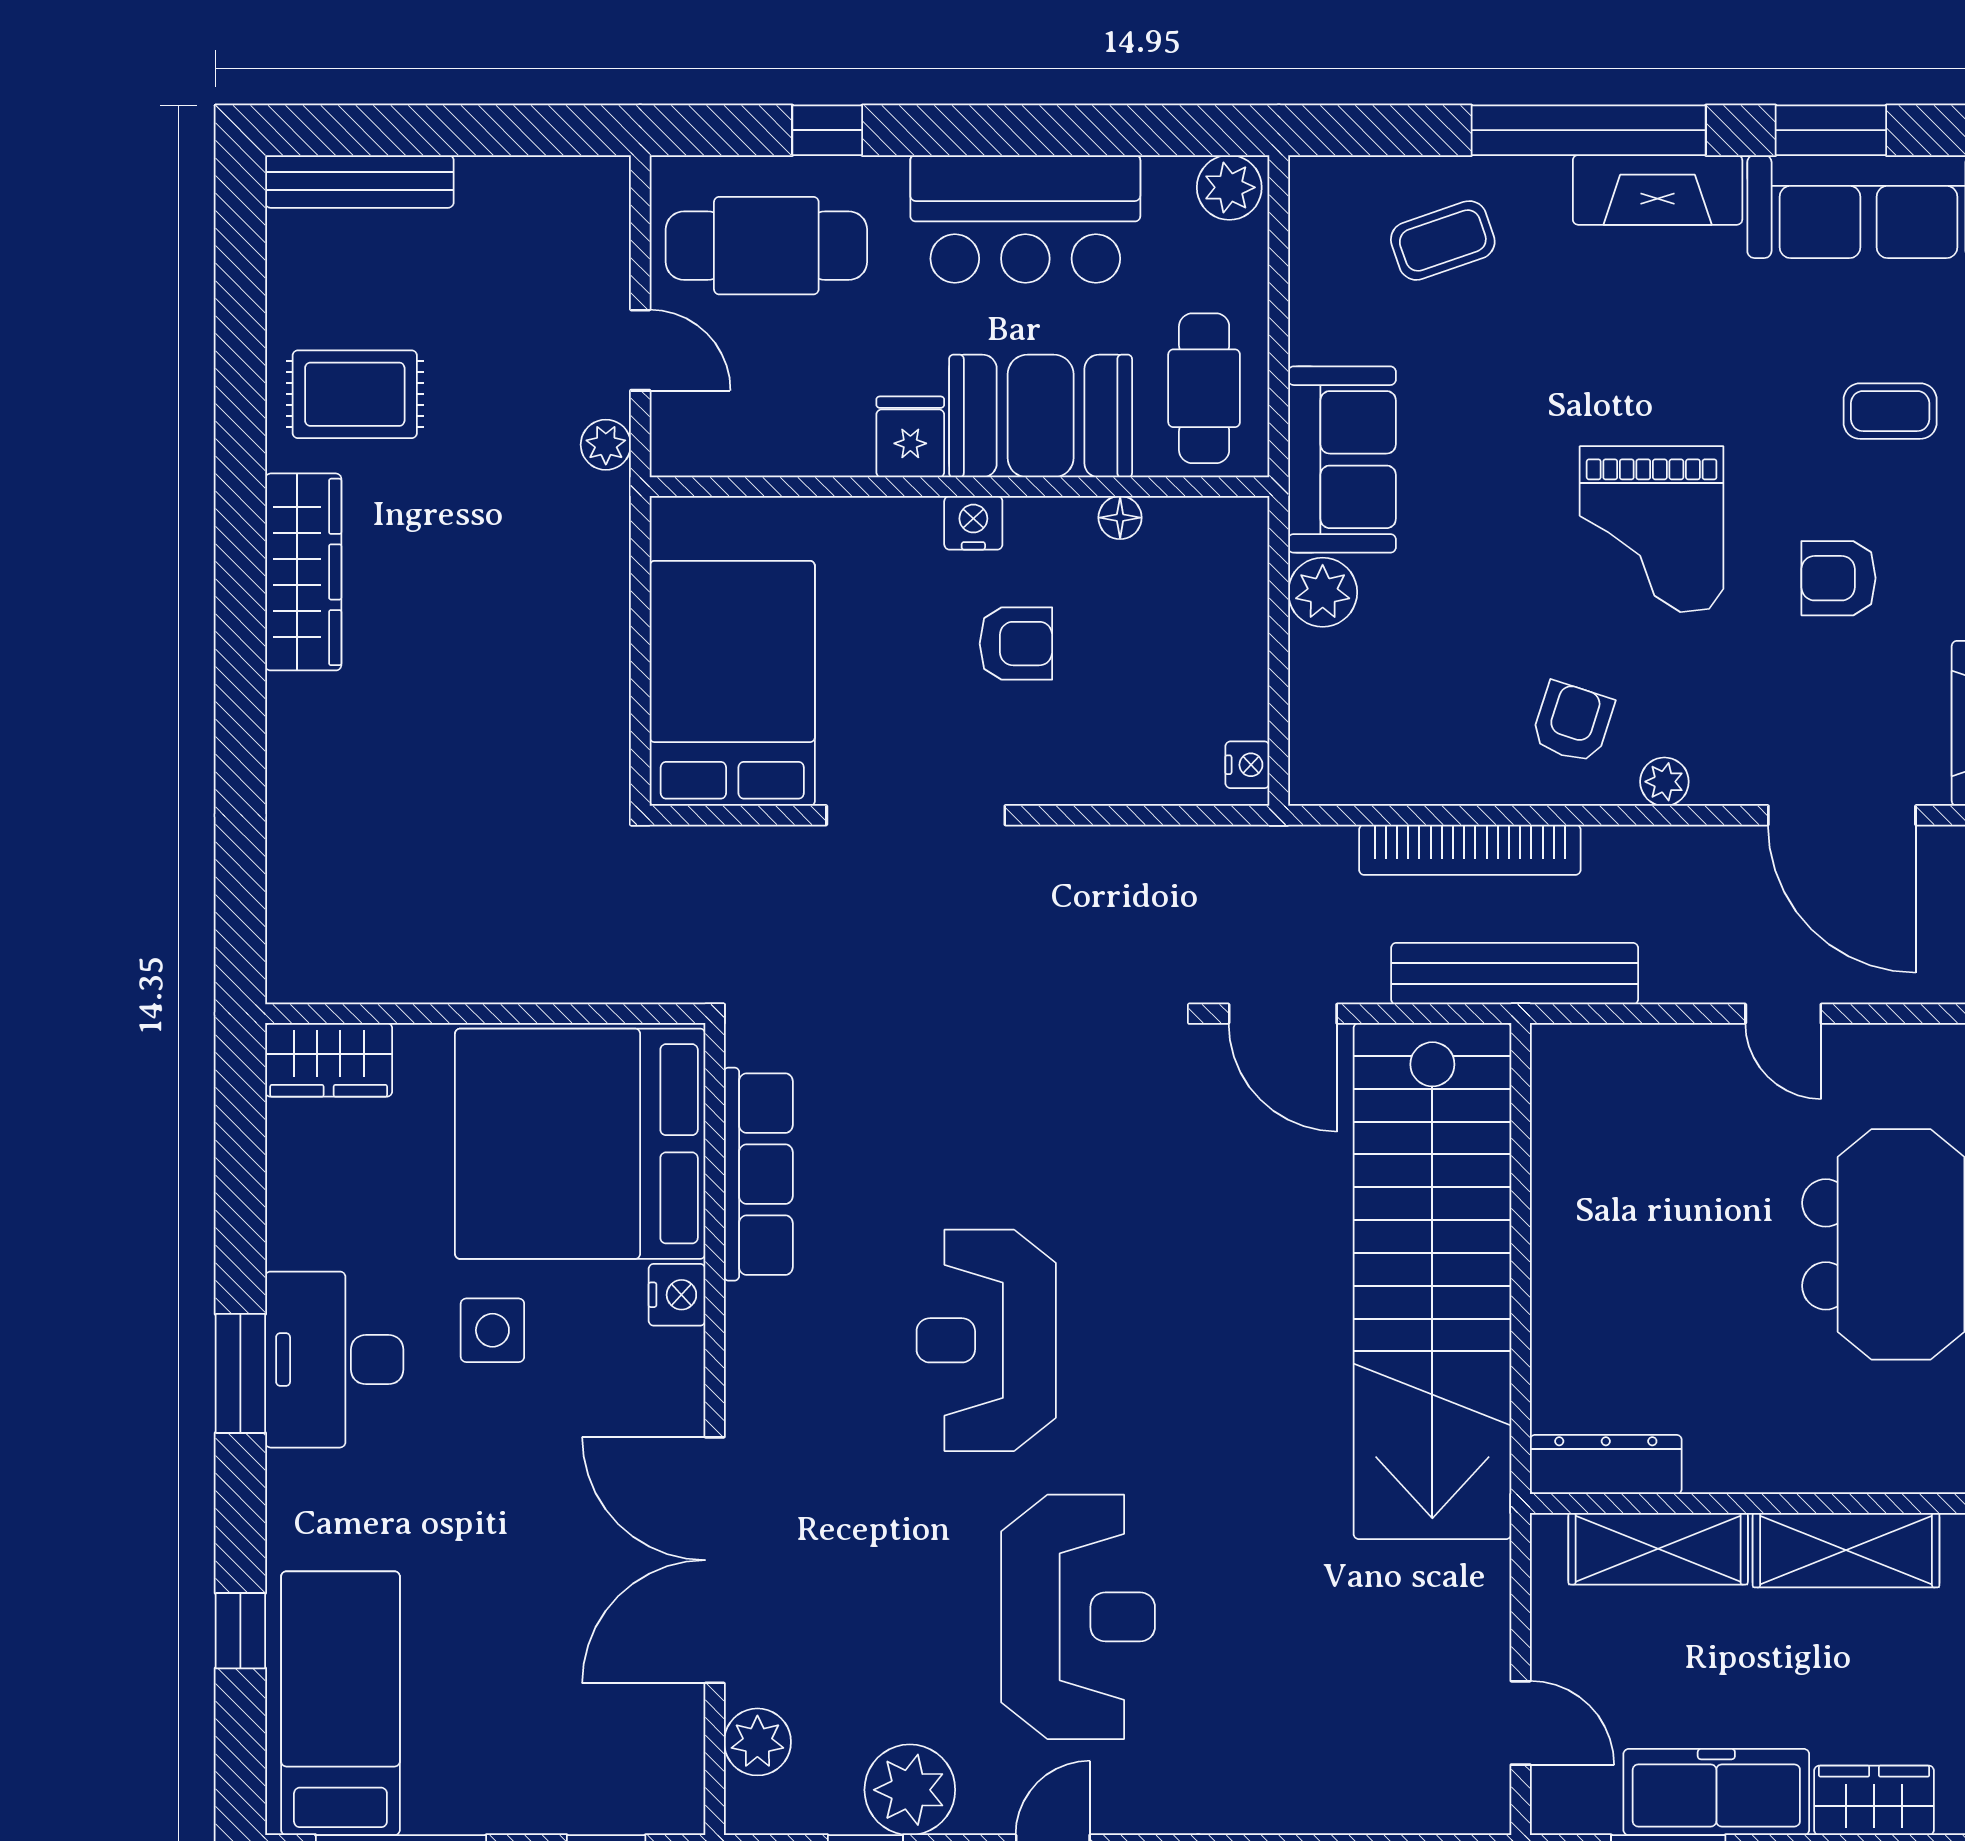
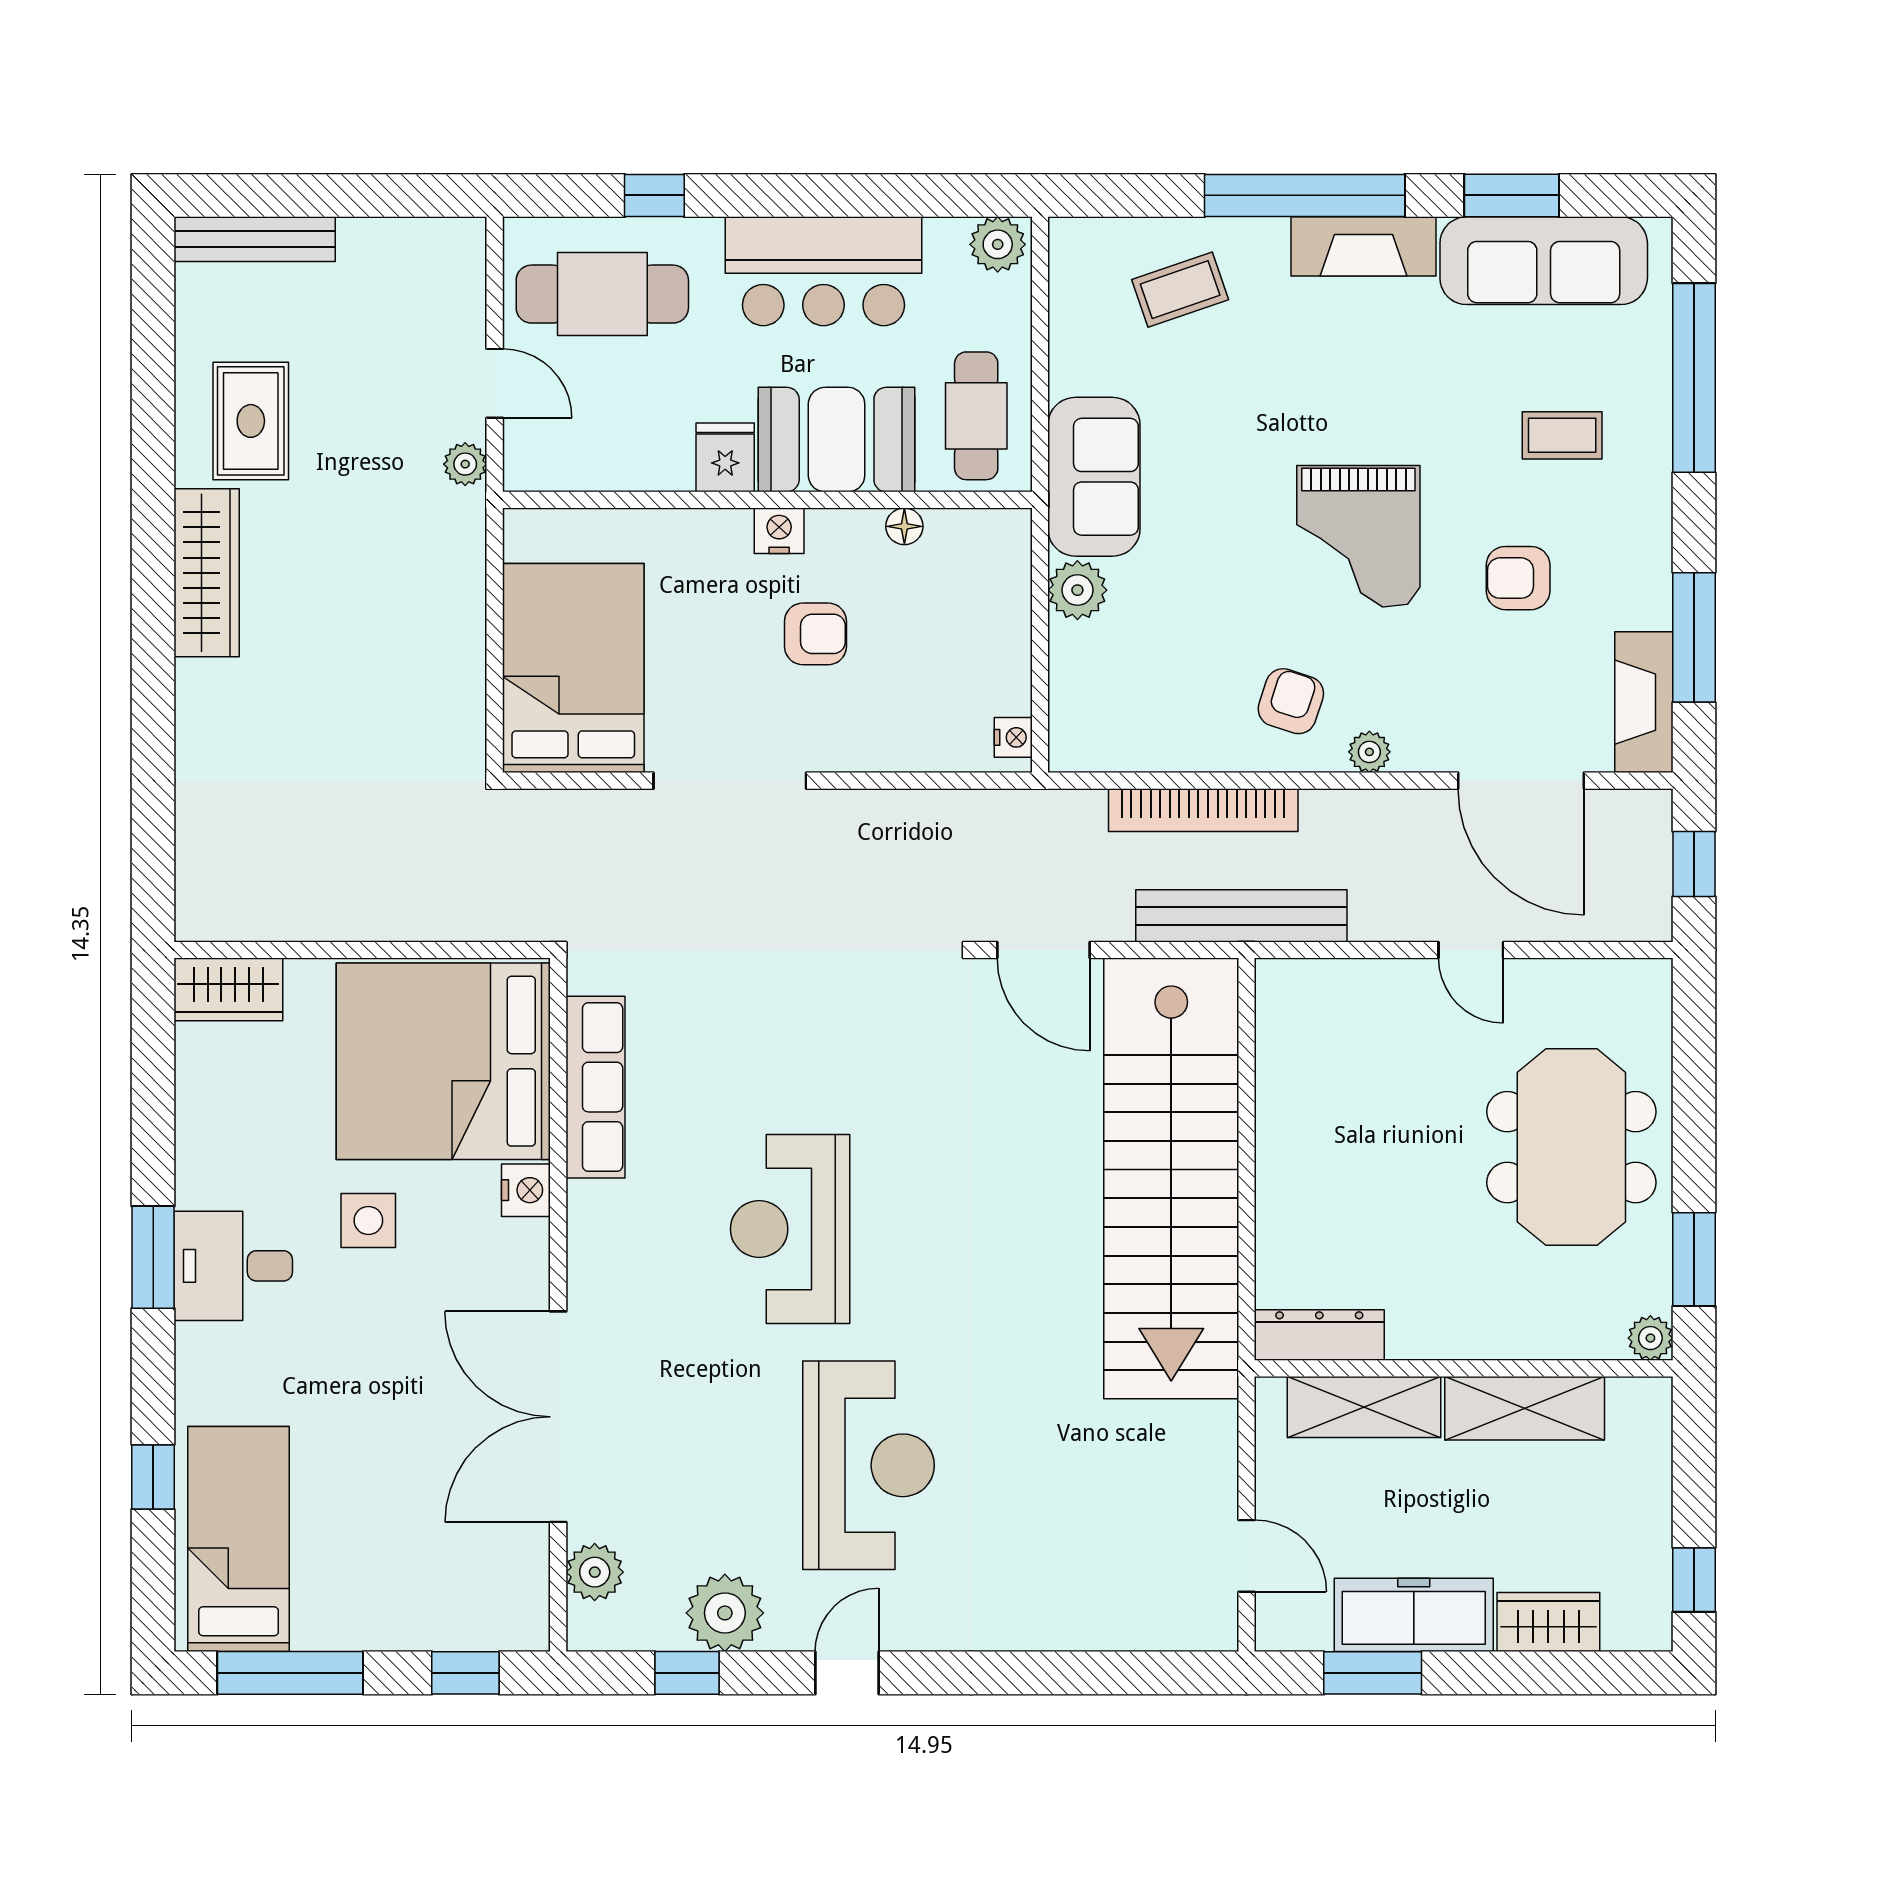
rug: (355, 394) -> (251, 421), turned 90
desk: (334, 1360) -> (233, 1266), width x0.73

